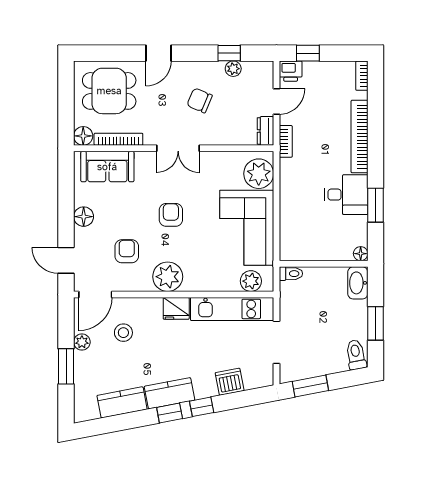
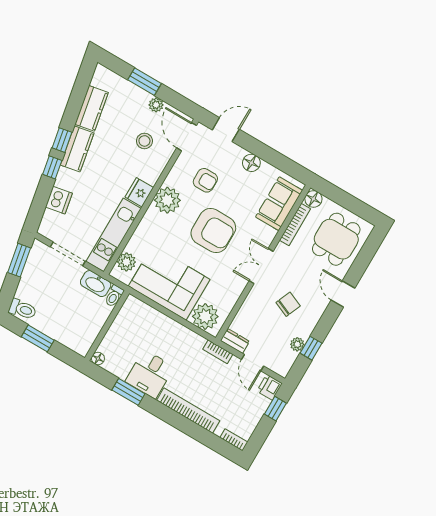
armchair: (171, 215) -> (213, 231), width x1.88, depth x1.88
washbasin: (358, 283) -> (96, 284), moved, turned 180

